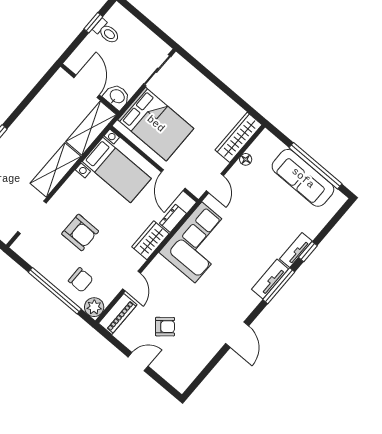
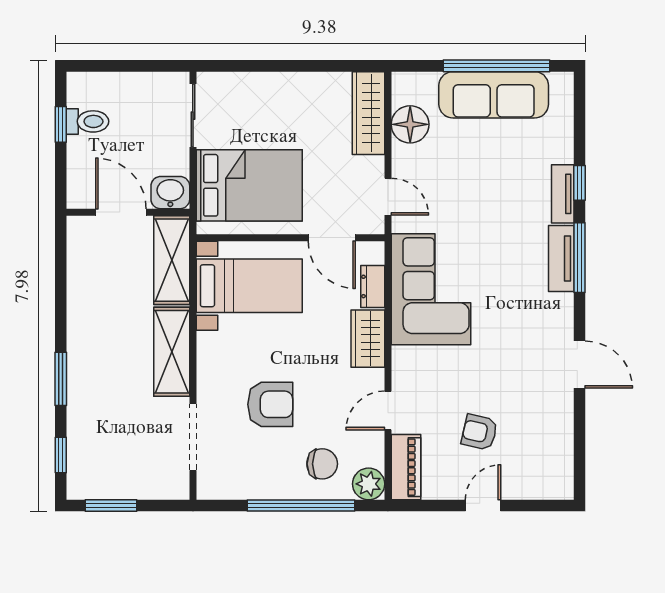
floor lamp: (246, 159) -> (410, 124), width x1.89, depth x1.89
door: (132, 281) -> (388, 411), swing flipped
armchair: (165, 327) -> (479, 432), turned -127

